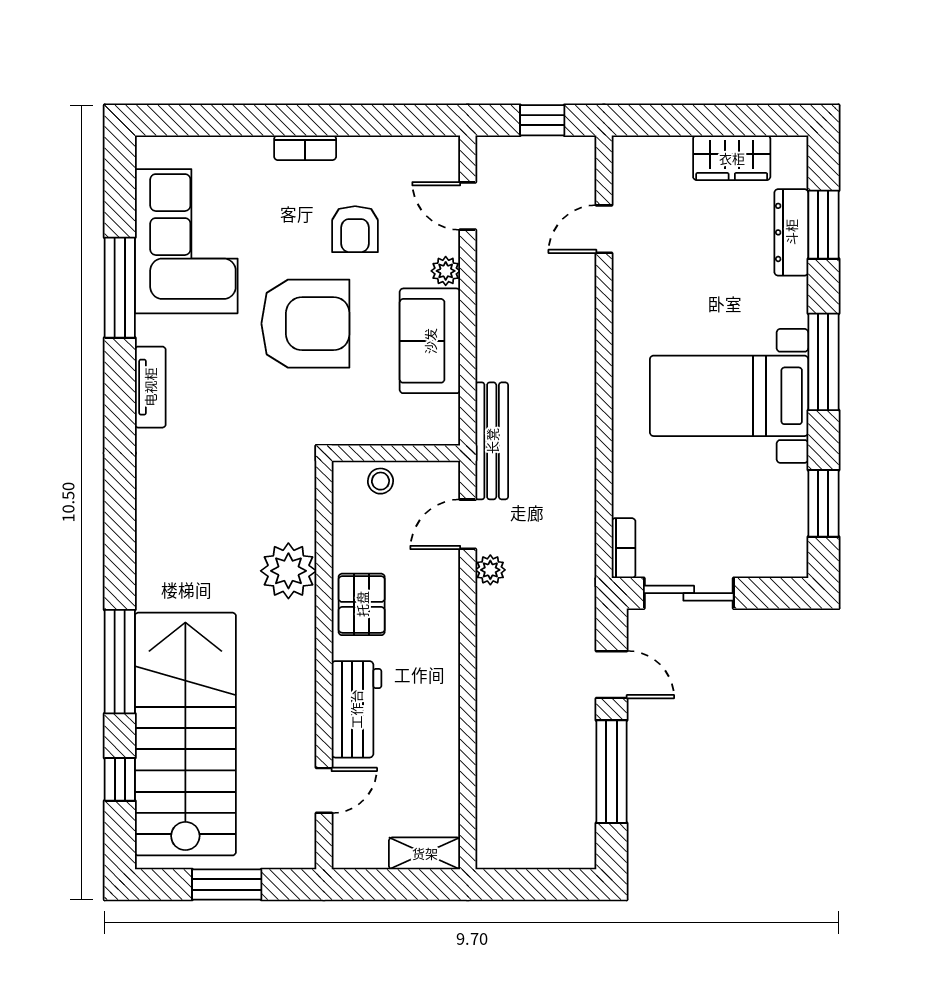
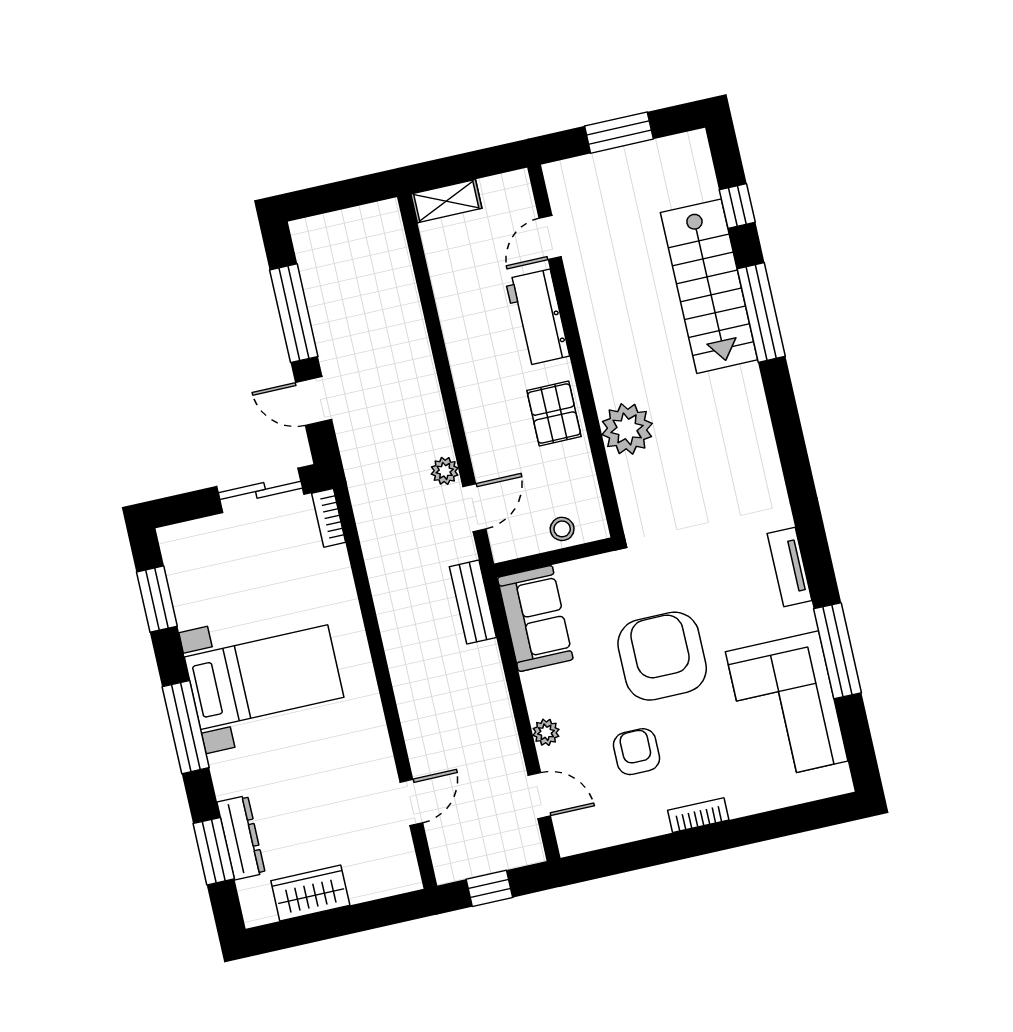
armchair: (305, 324) -> (662, 656), turned 90
sofa: (430, 341) -> (535, 618), moved
bench: (492, 441) -> (473, 602), width x0.73
stairs: (185, 734) -> (709, 286), width x0.73, depth x0.66

